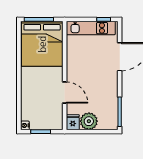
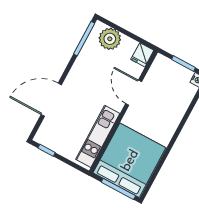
kitchen unit: (91, 28) -> (98, 136), moved, turned -90
plant: (89, 121) -> (110, 39), moved

